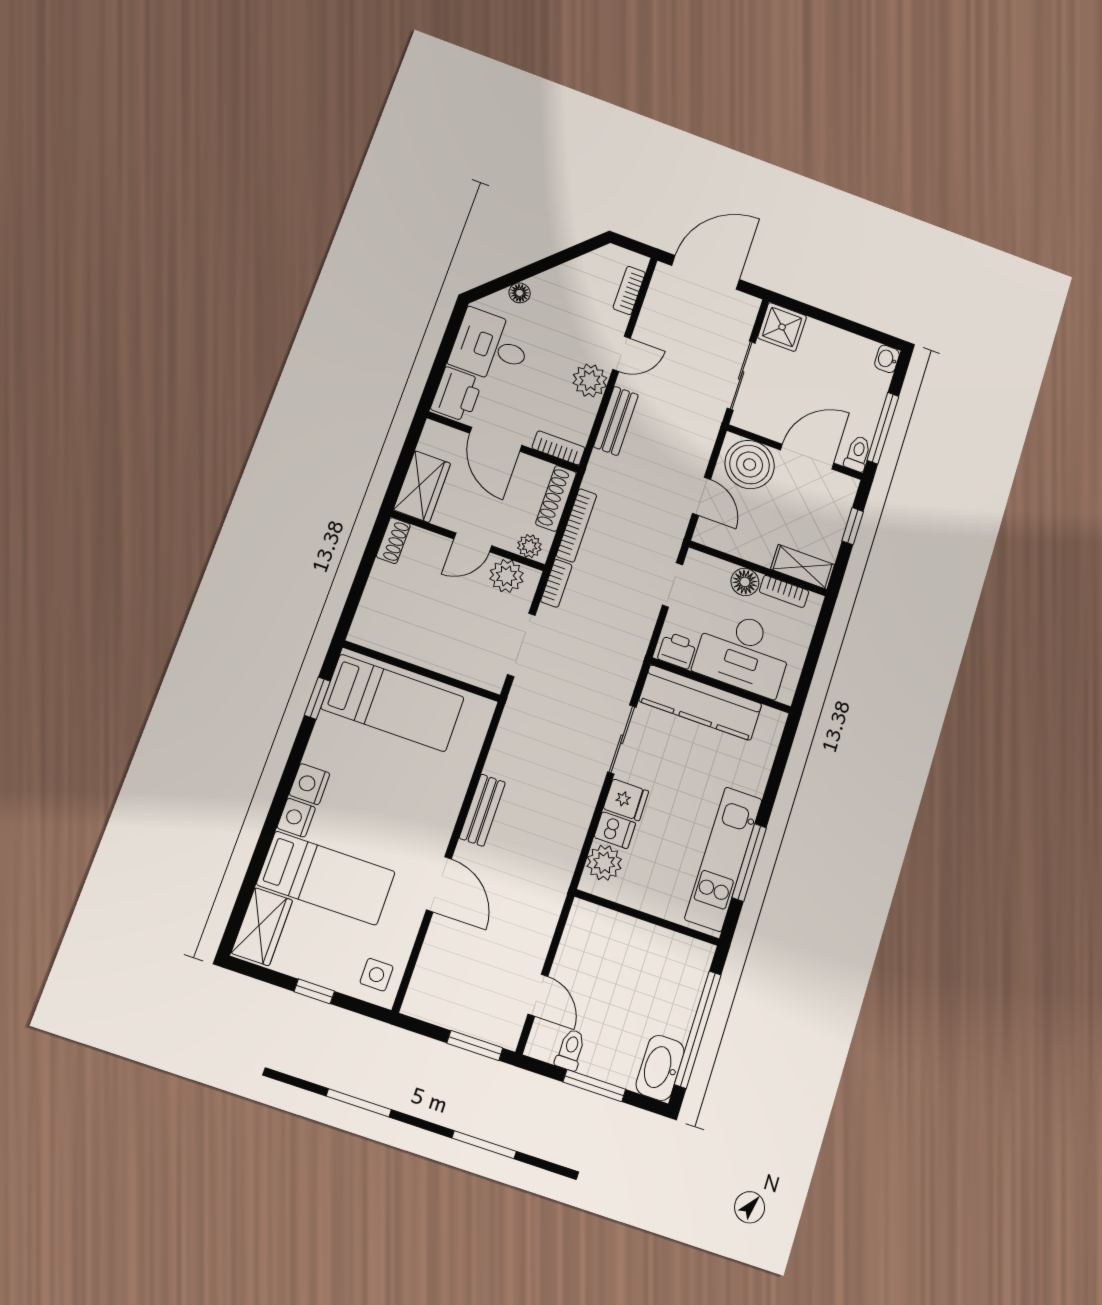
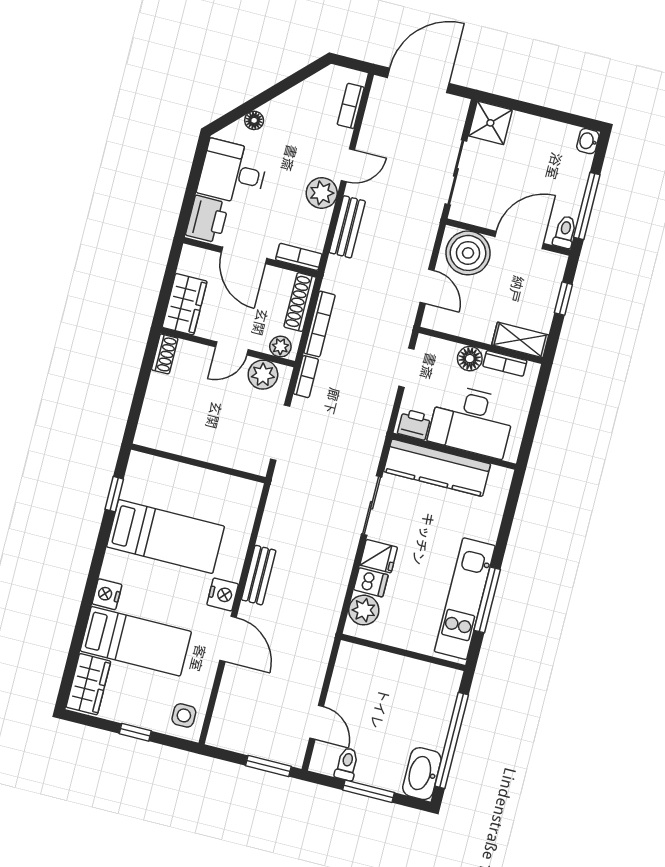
bed: (393, 703) -> (165, 537), moved
nightstand: (309, 784) -> (223, 594), moved, turned 180

